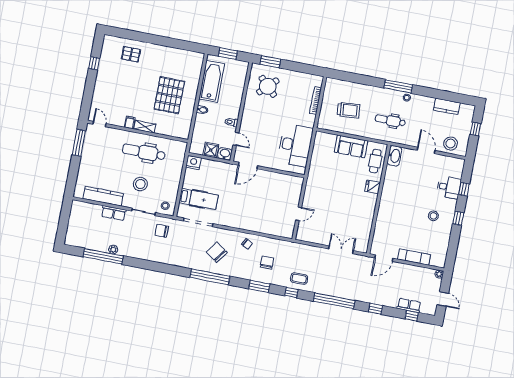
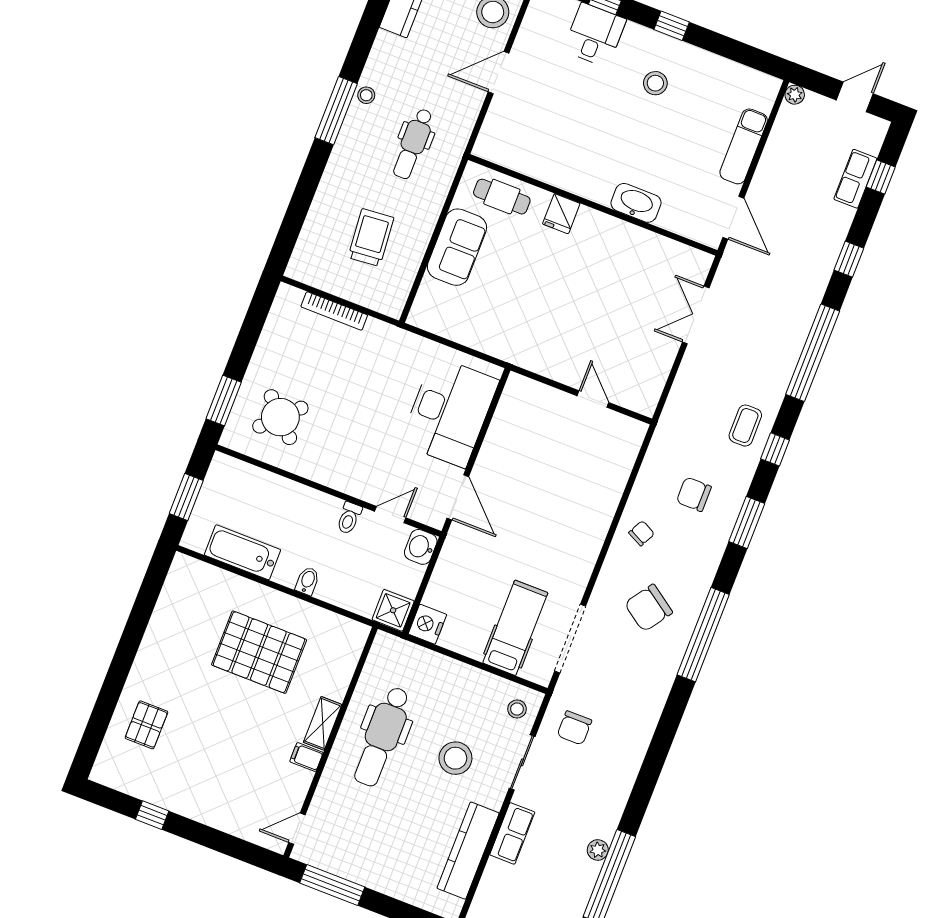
bathtub: (212, 81) -> (242, 552), width x0.73, depth x0.73
desk: (295, 145) -> (449, 412), moved, turned 90
shower: (211, 150) -> (393, 610), moved
washbasin: (394, 156) -> (636, 203), moved

